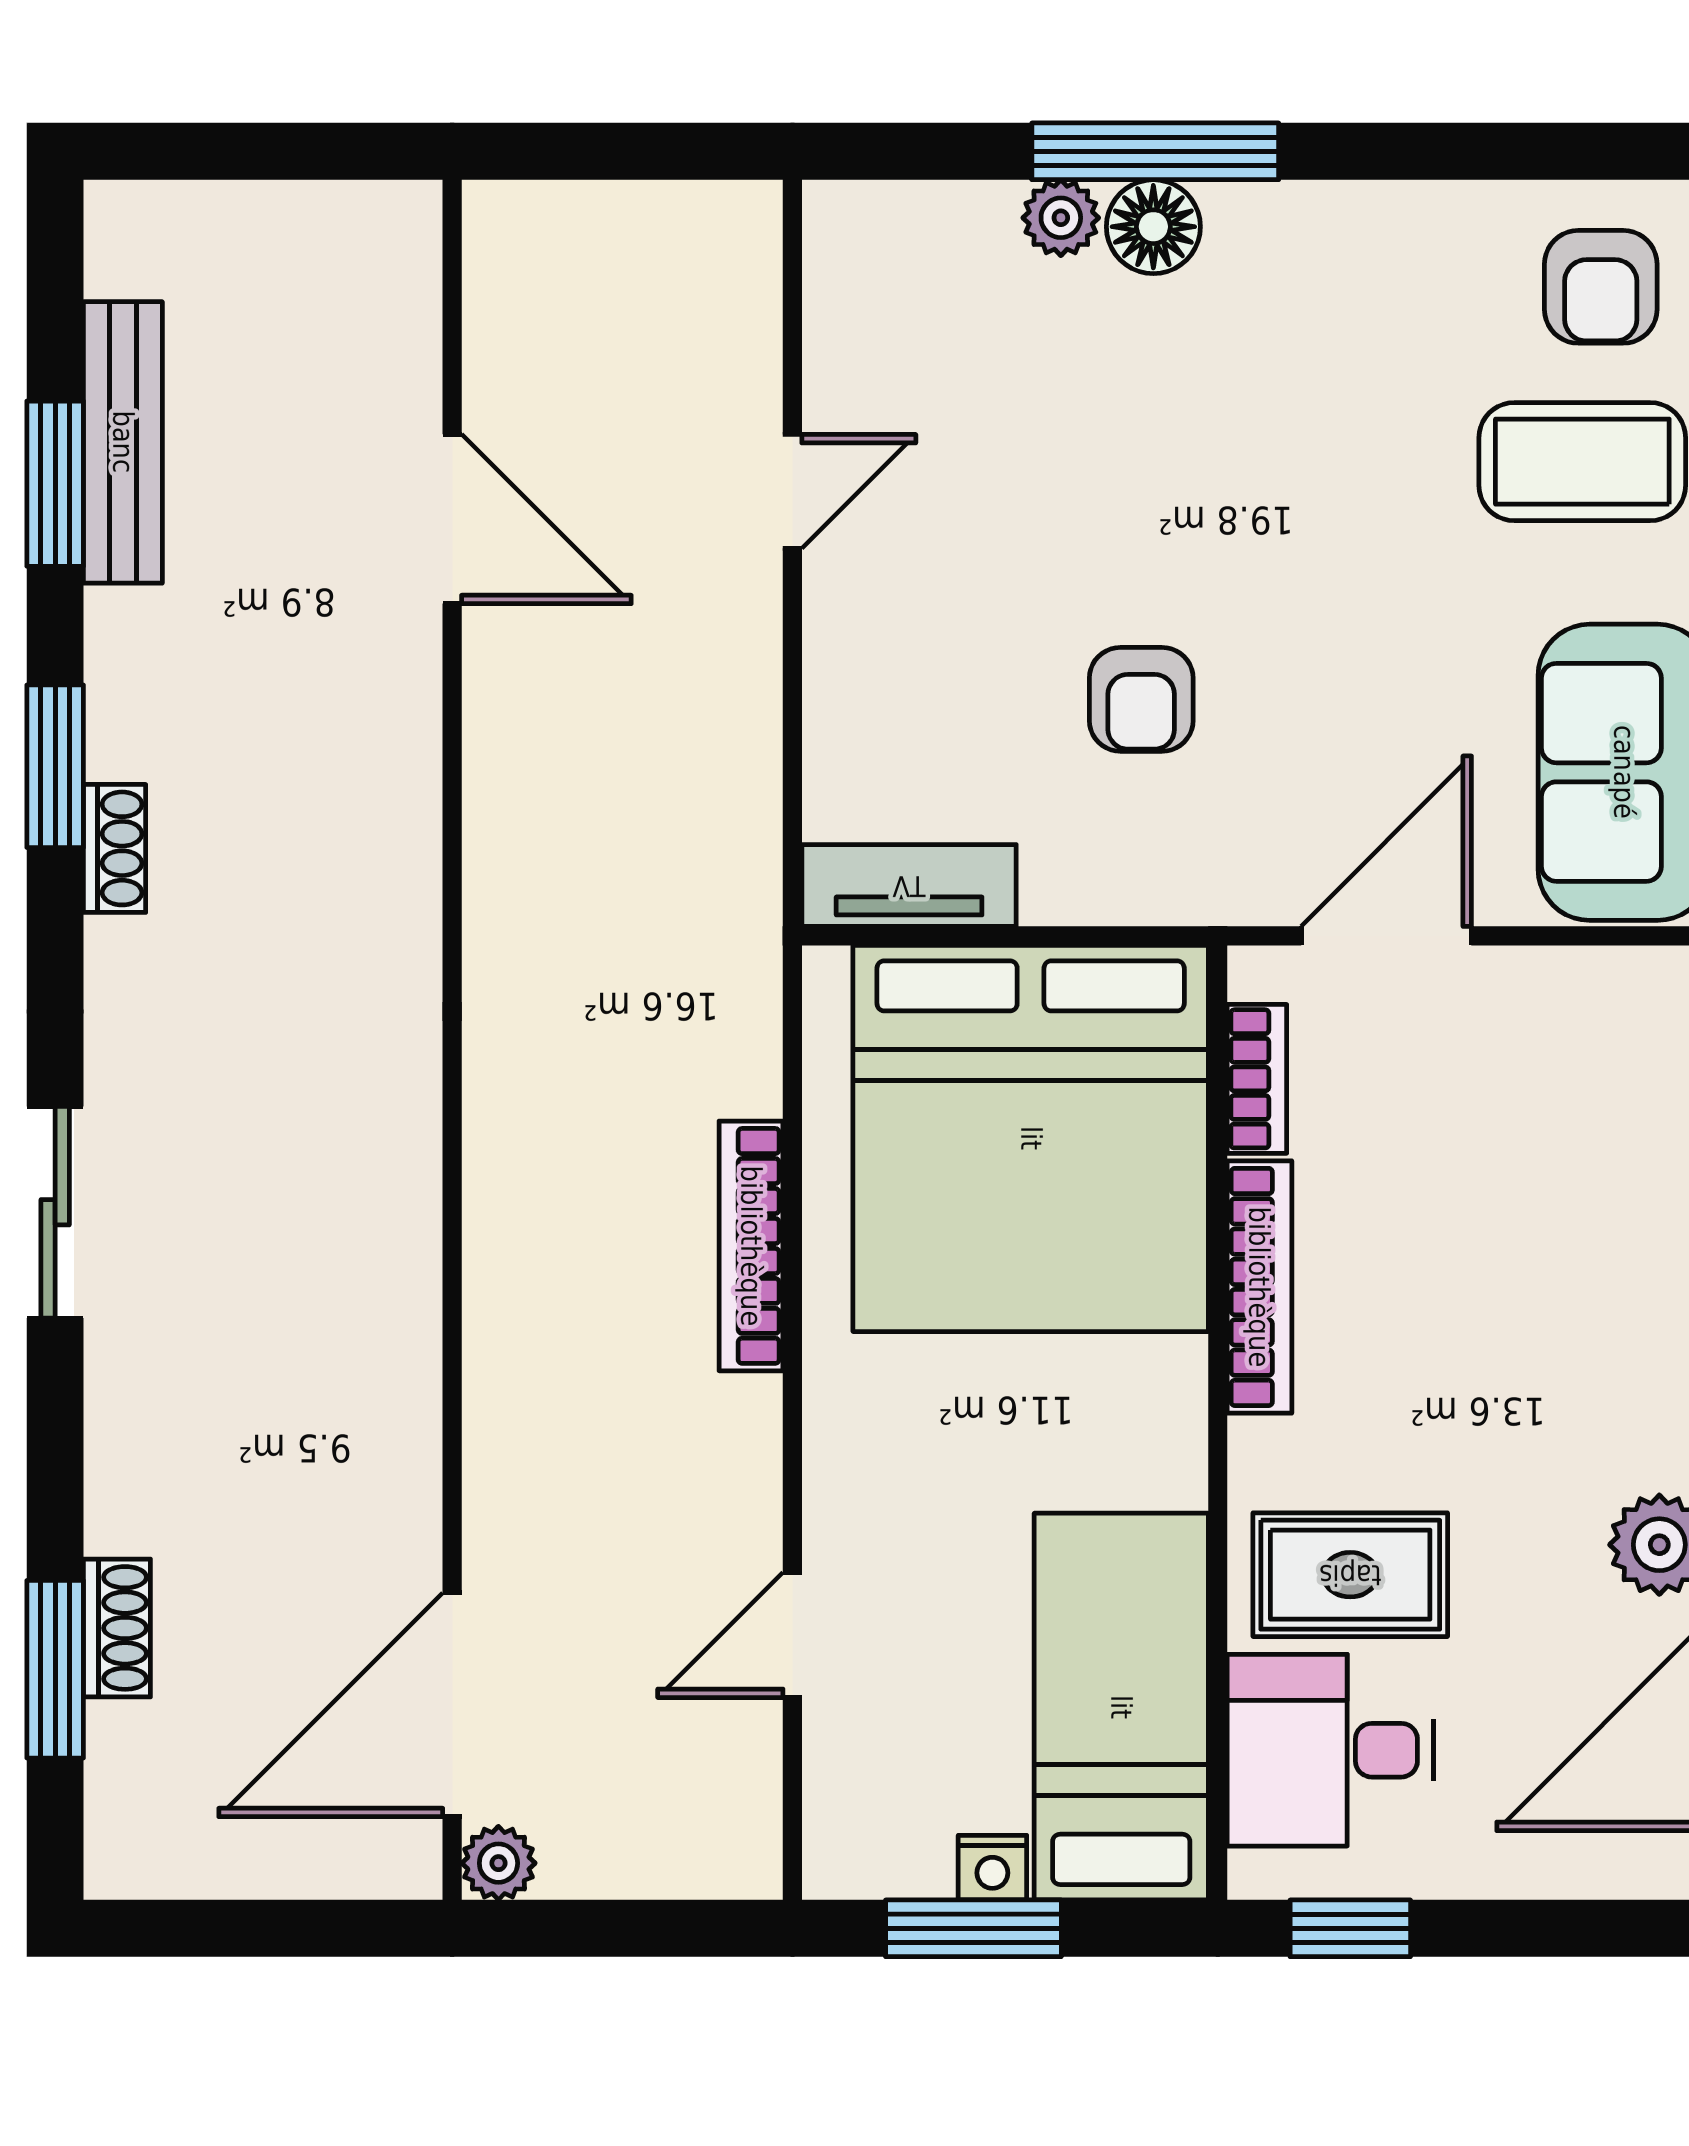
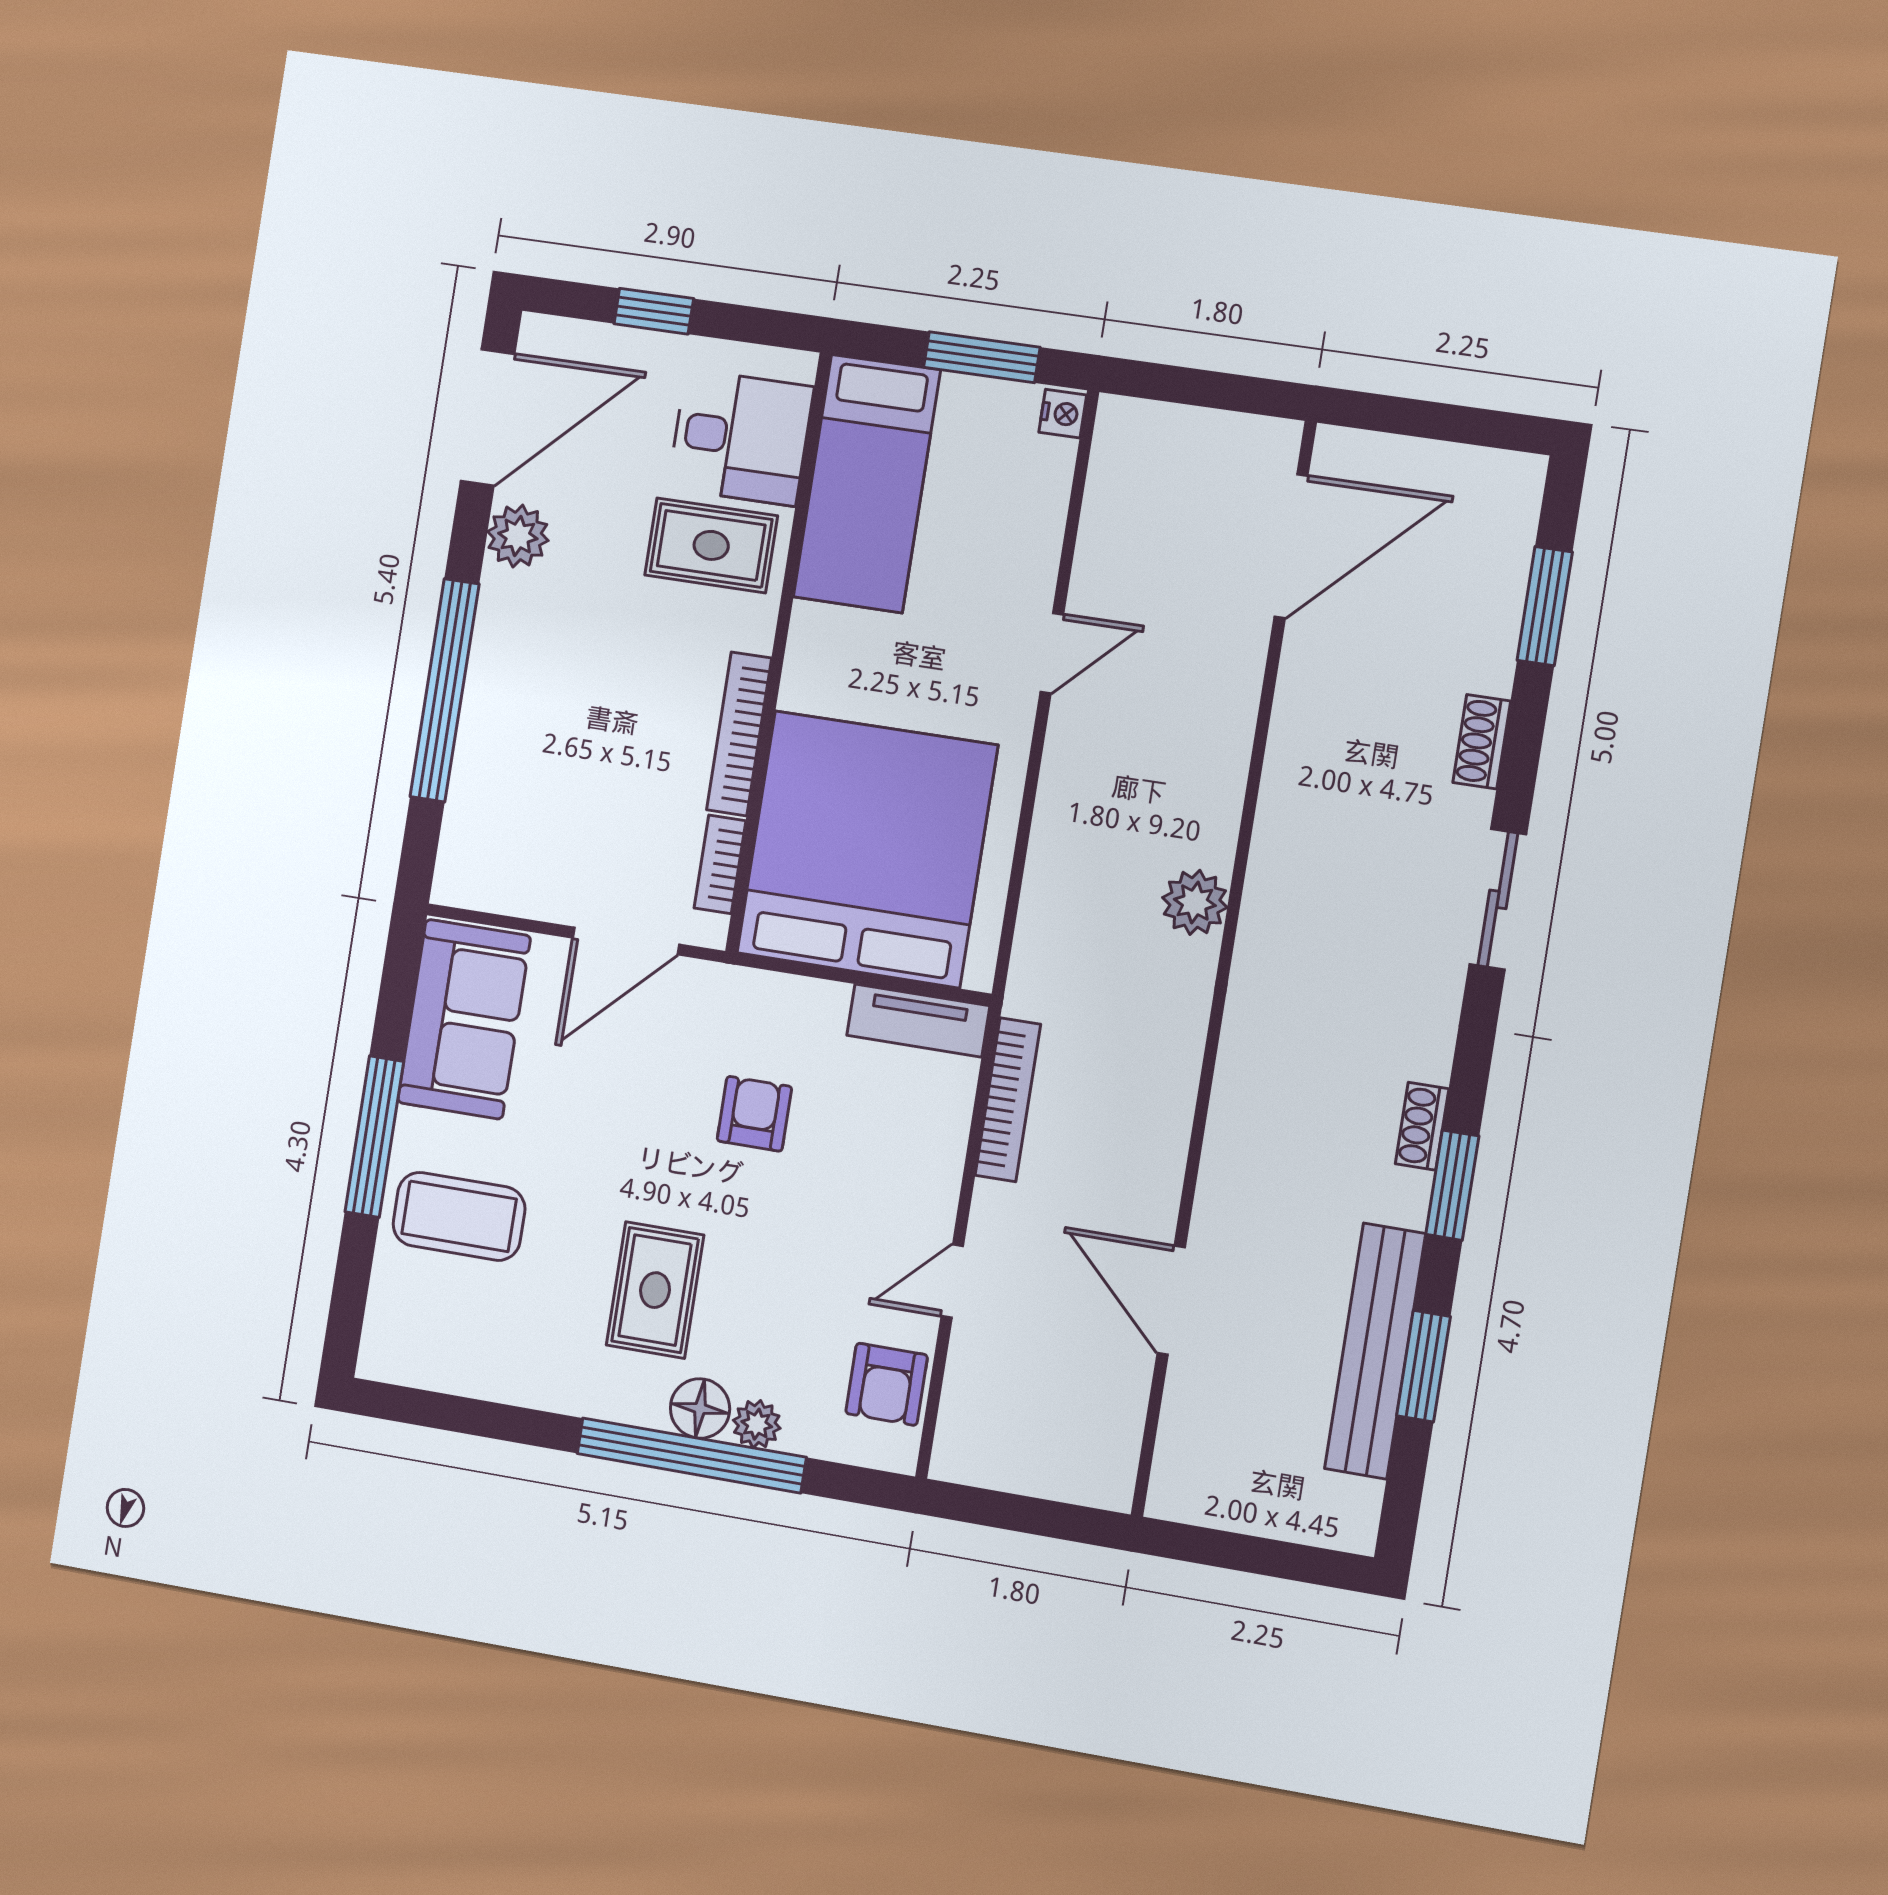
window: (1155, 151) -> (691, 1455), width x1.46
armchair: (1601, 287) -> (887, 1384), moved, turned 180
rug: (1253, 399) -> (655, 1290), added
bench: (123, 442) -> (1375, 1351), width x1.37, depth x1.21
bookcase: (751, 1246) -> (1008, 1100), moved
shoe rack: (117, 1628) -> (1482, 742), moved
door: (792, 1635) -> (1052, 653), moved
plant: (498, 1863) -> (1195, 902), moved, width x1.38, depth x1.38
nightstand: (992, 1868) -> (1063, 414), moved, turned 90
window: (1350, 1928) -> (654, 311), moved

